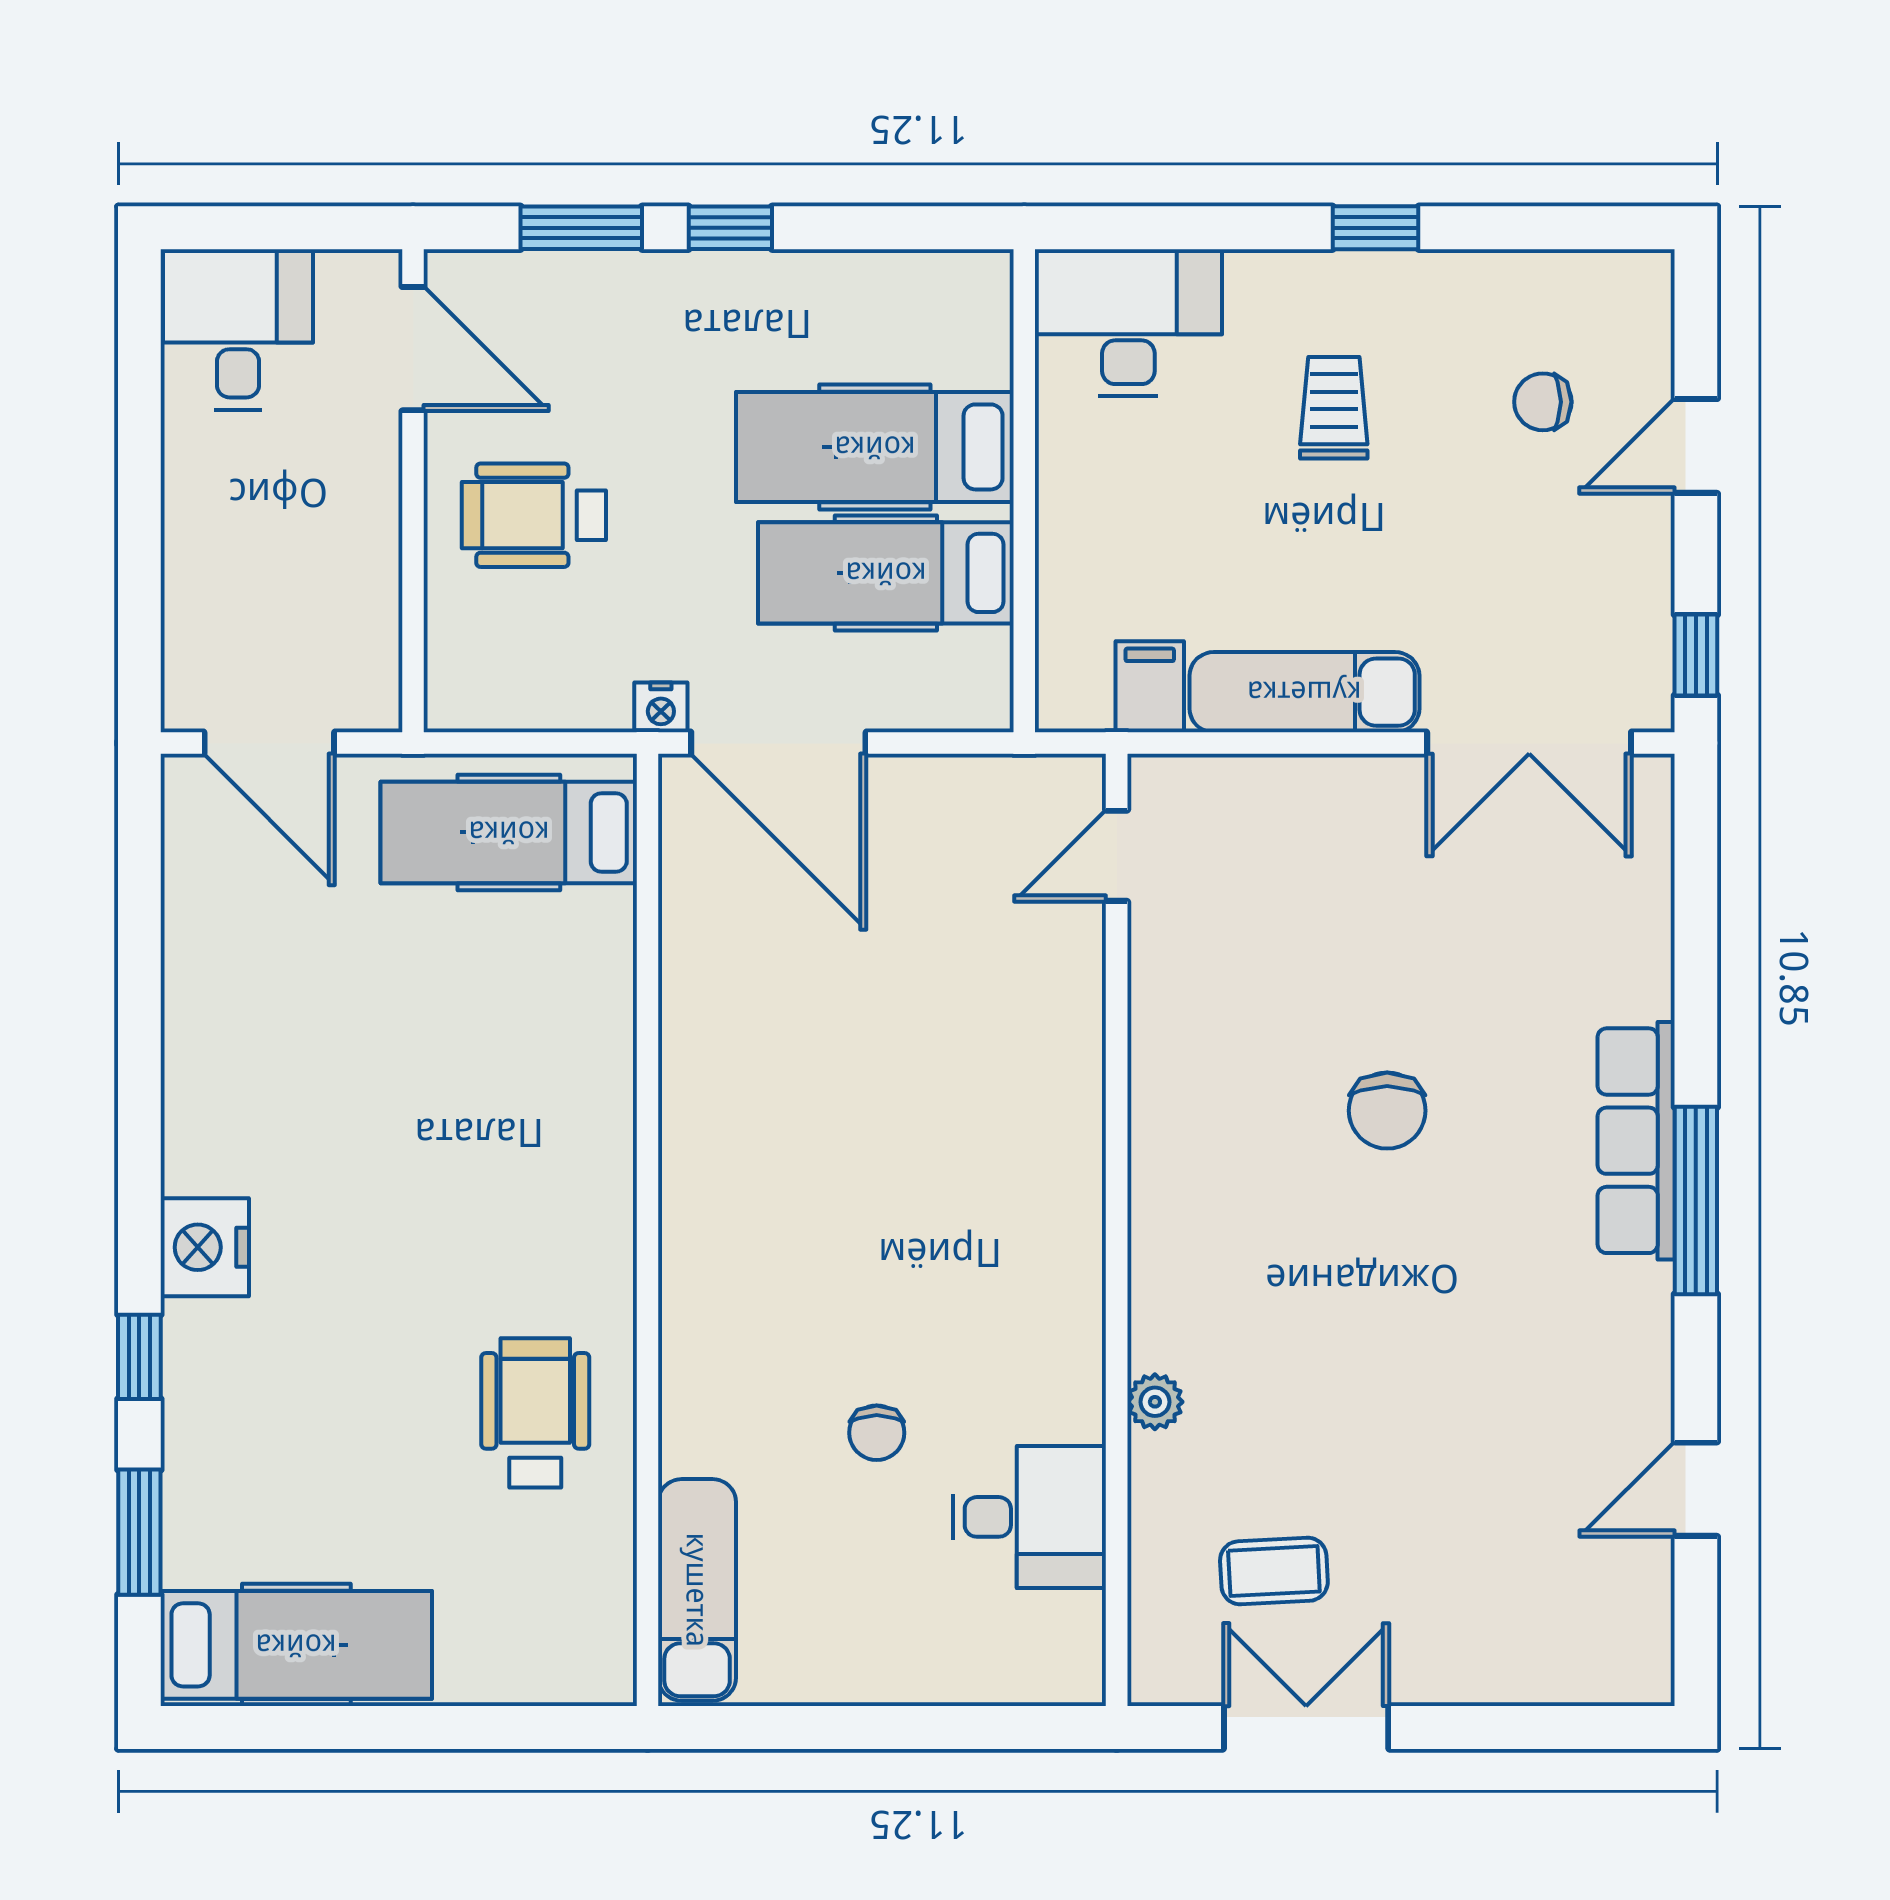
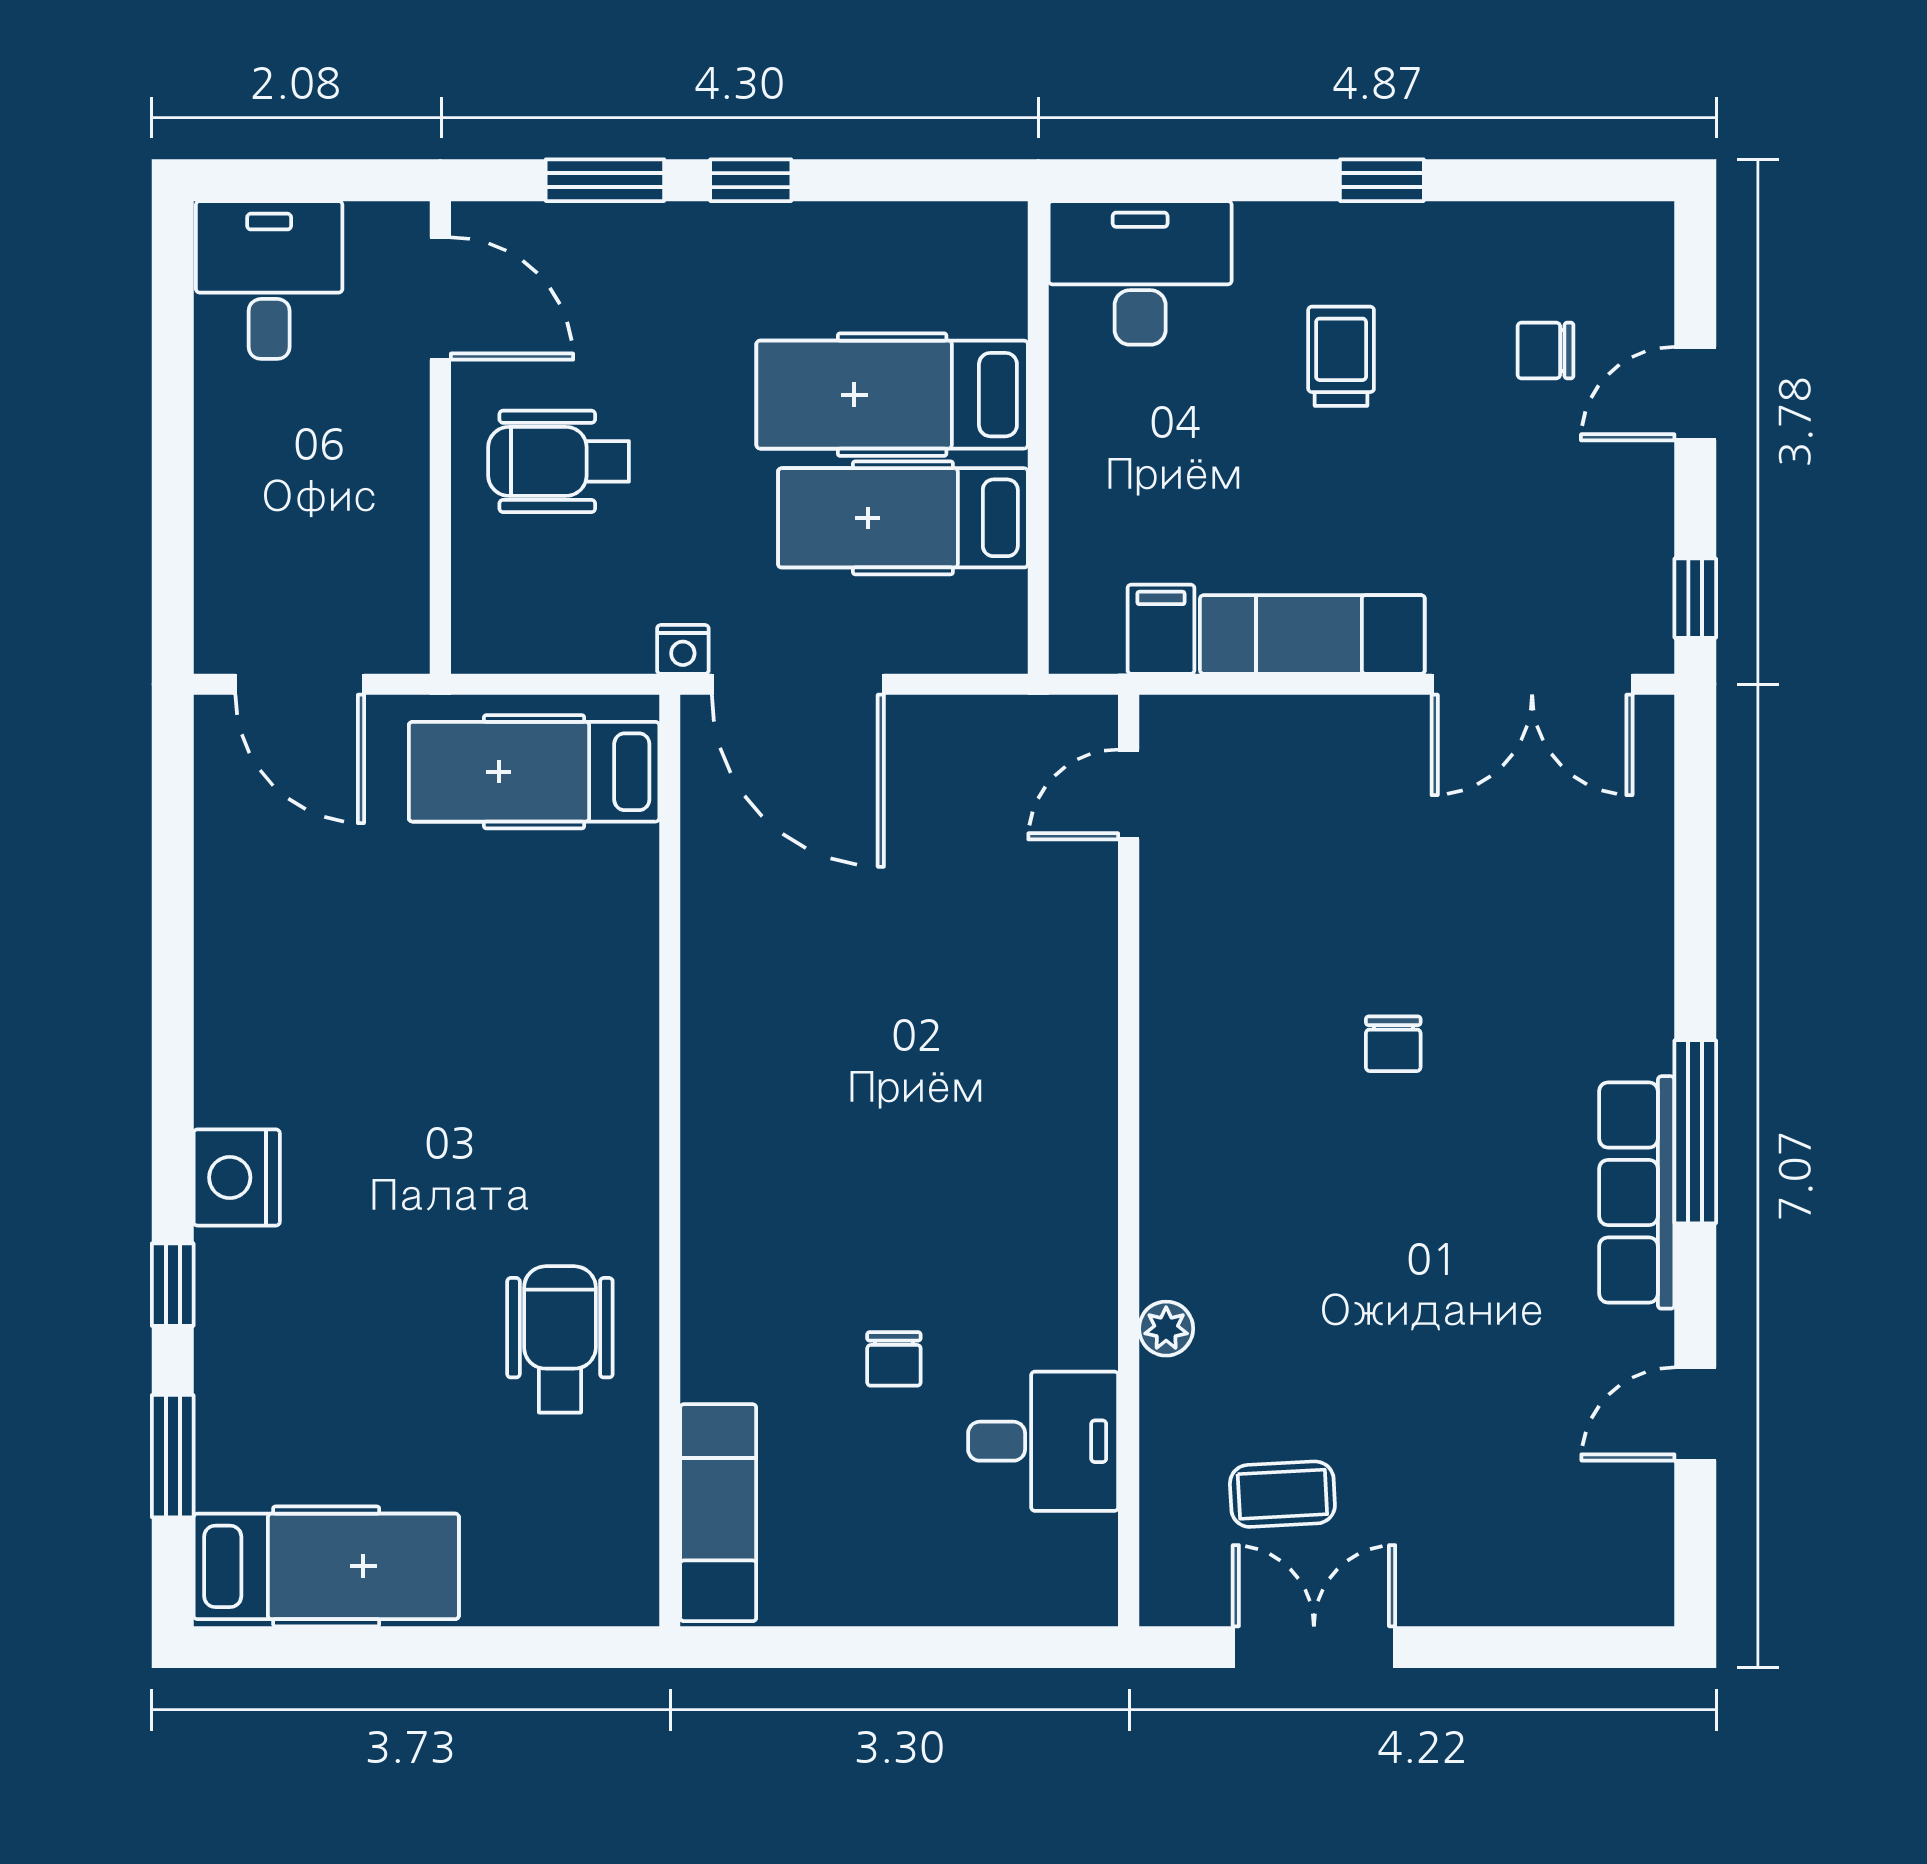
chair: (1387, 1111) -> (1393, 1044), width x0.73, depth x0.73
row of seats: (1636, 1141) -> (1637, 1192), moved

